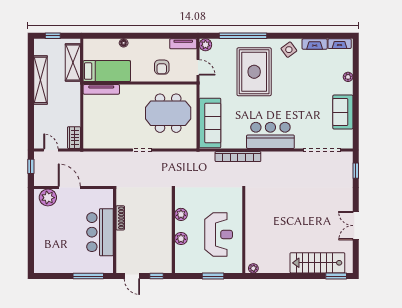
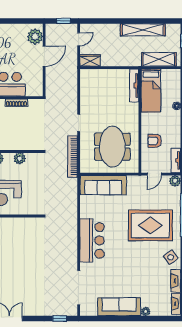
sofa: (343, 112) -> (119, 307), width x1.36
bookcase: (238, 157) -> (73, 157), moved

